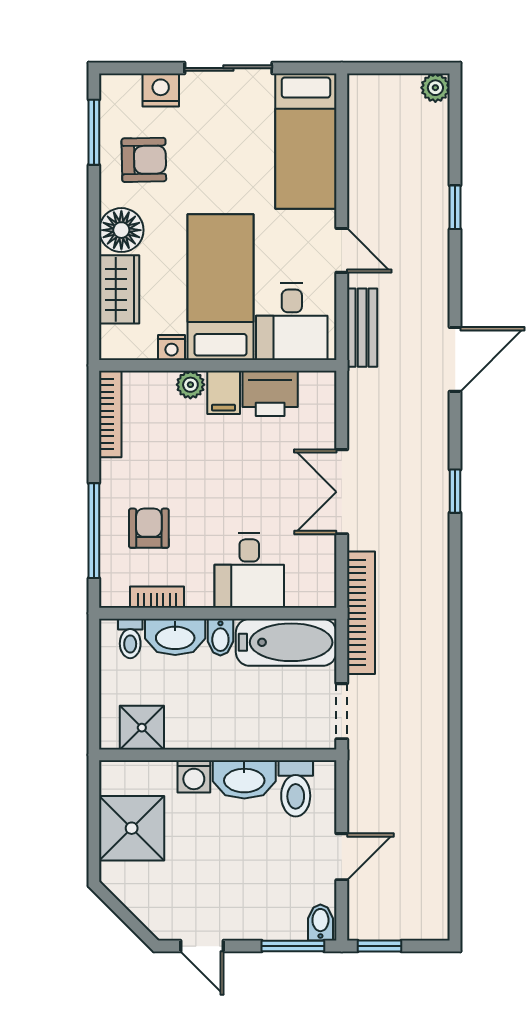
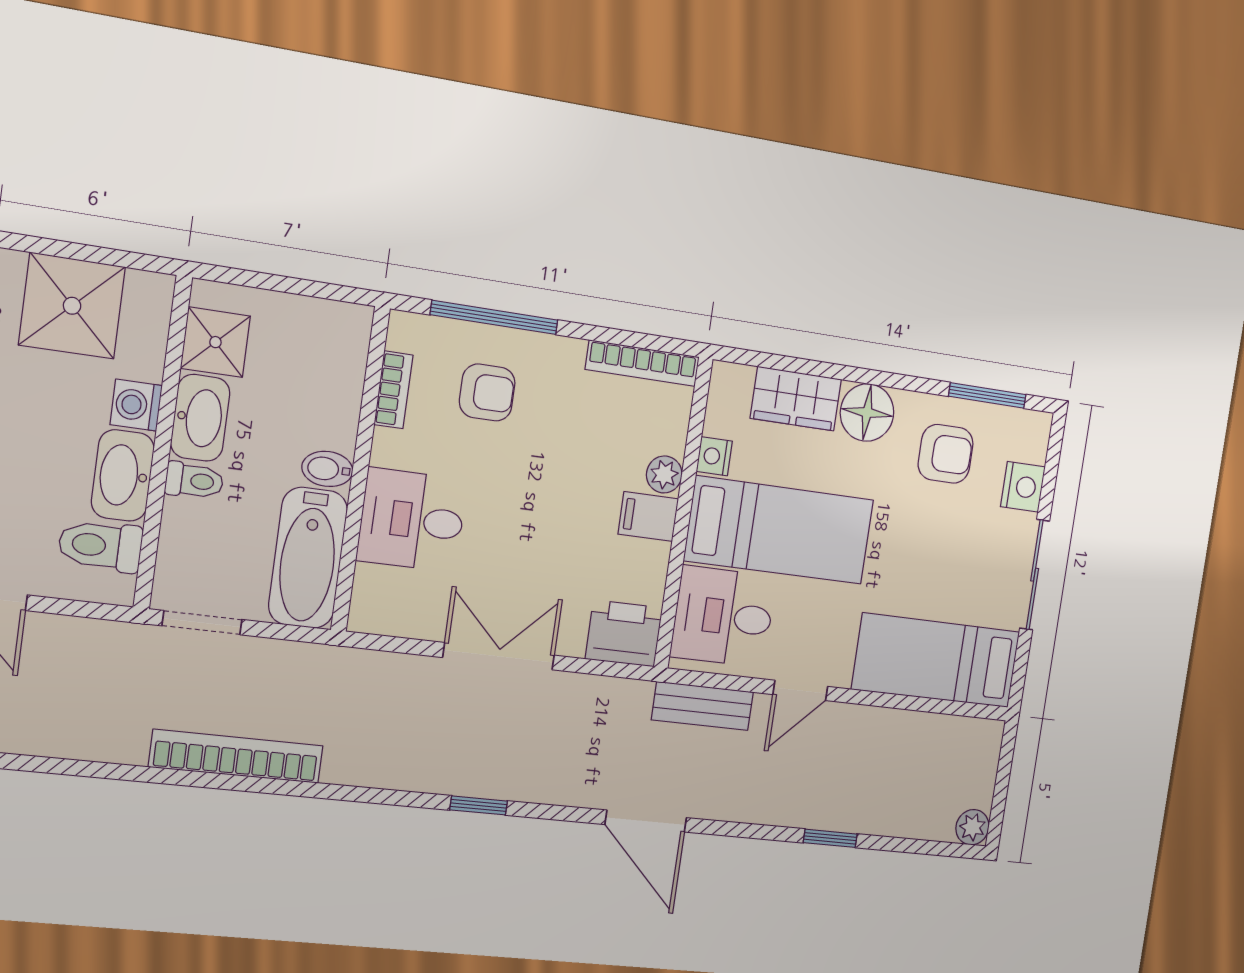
armchair: (144, 160) -> (946, 454), turned -89
printer: (270, 393) -> (624, 633), moved, turned 90
bookcase: (361, 613) -> (236, 756), moved, turned 180
washbasin: (175, 637) -> (200, 418), moved, turned 180
toilet: (130, 638) -> (194, 481), moved, turned 180

